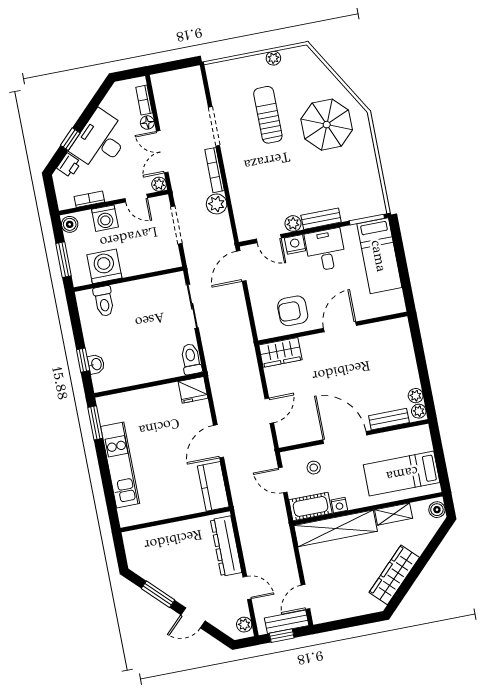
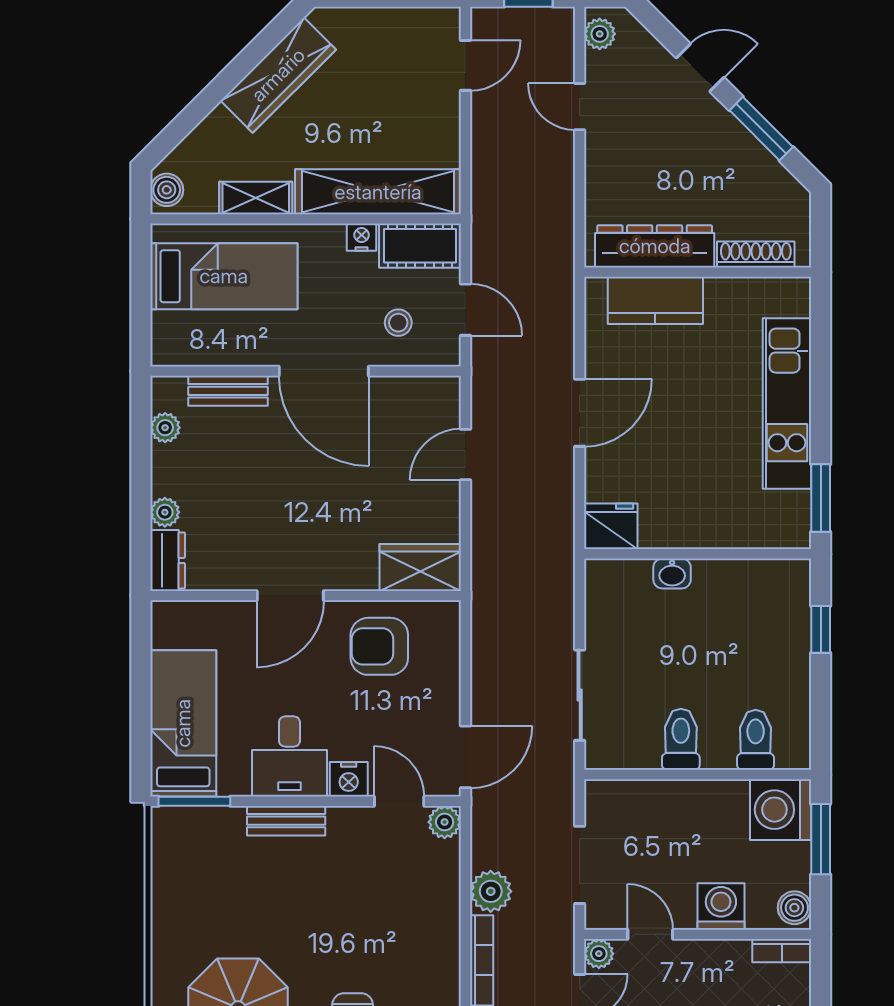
bookcase: (89, 199) -> (782, 951), moved
plant: (293, 224) -> (445, 822), moved
washing machine: (104, 266) -> (781, 810), moved, turned 90
armchair: (293, 311) -> (379, 646), turned 180
dresser: (402, 332) -> (168, 560), added
toilet: (191, 359) -> (681, 739), moved, turned 180
washbasin: (96, 364) -> (672, 573), moved, turned -90
plant: (419, 411) -> (165, 512), moved
kitchen counter: (213, 486) -> (655, 300), moved, turned 90
shoe rack: (149, 534) -> (756, 254), added
dresser: (226, 546) -> (655, 246), moved, turned -90
bench: (287, 622) -> (513, 23), removed

